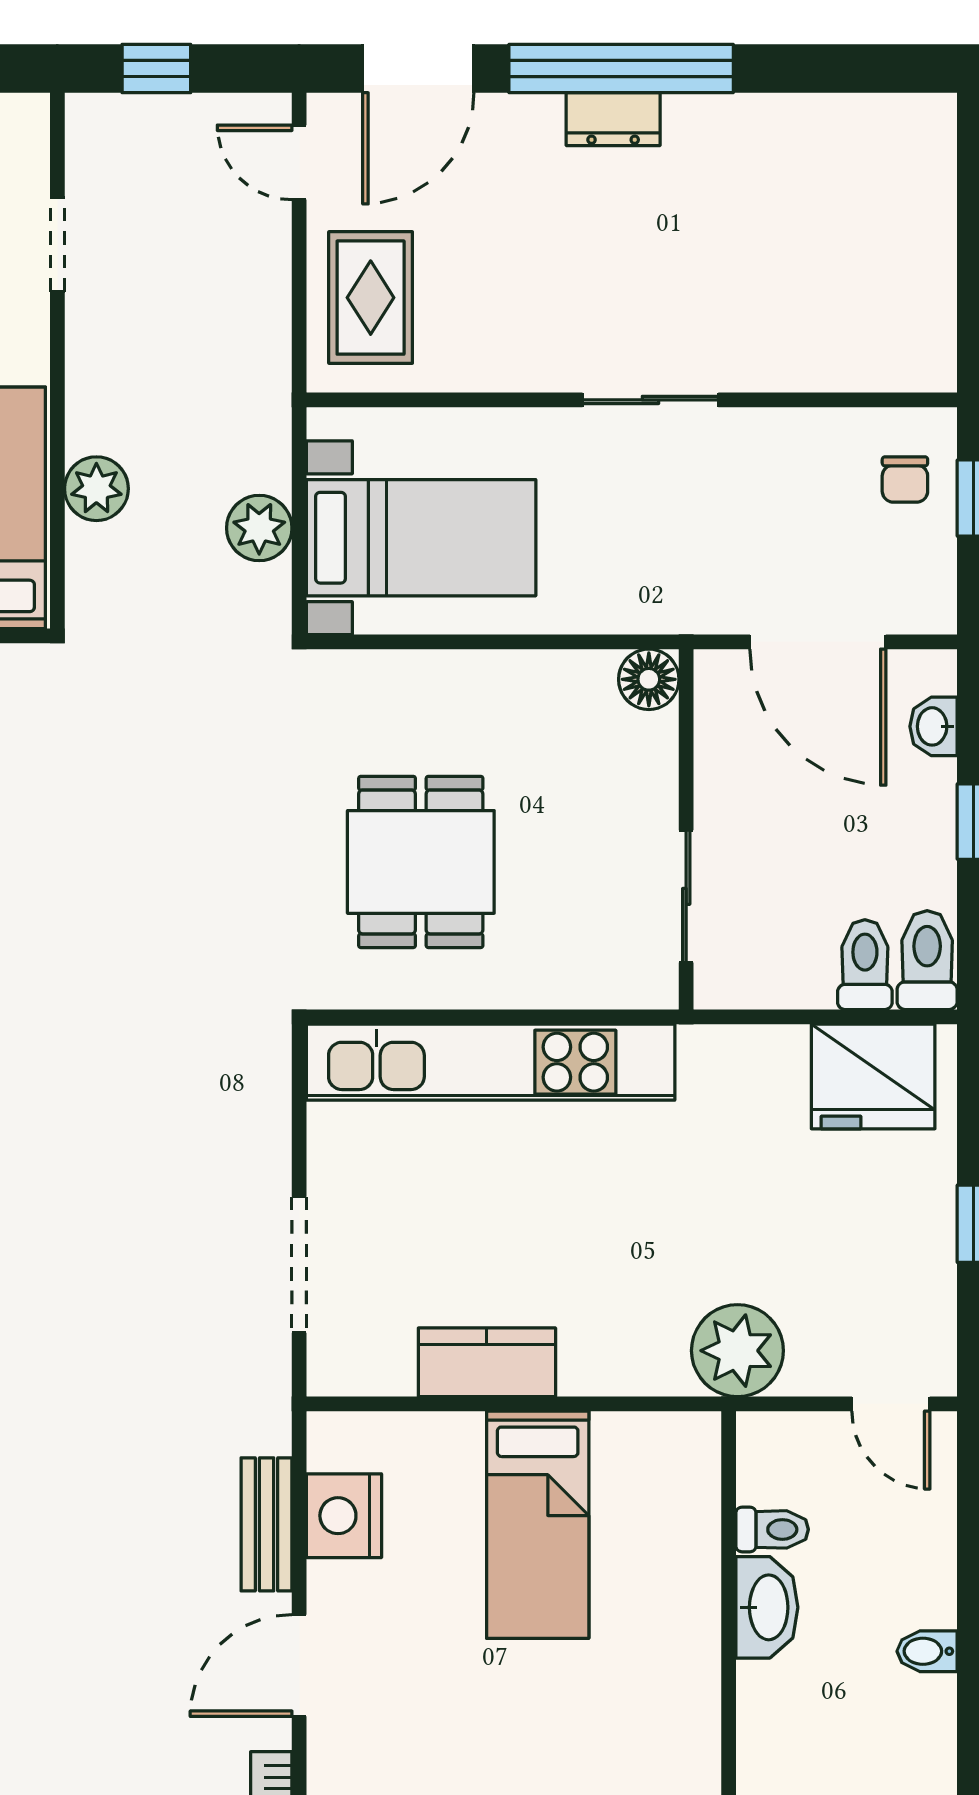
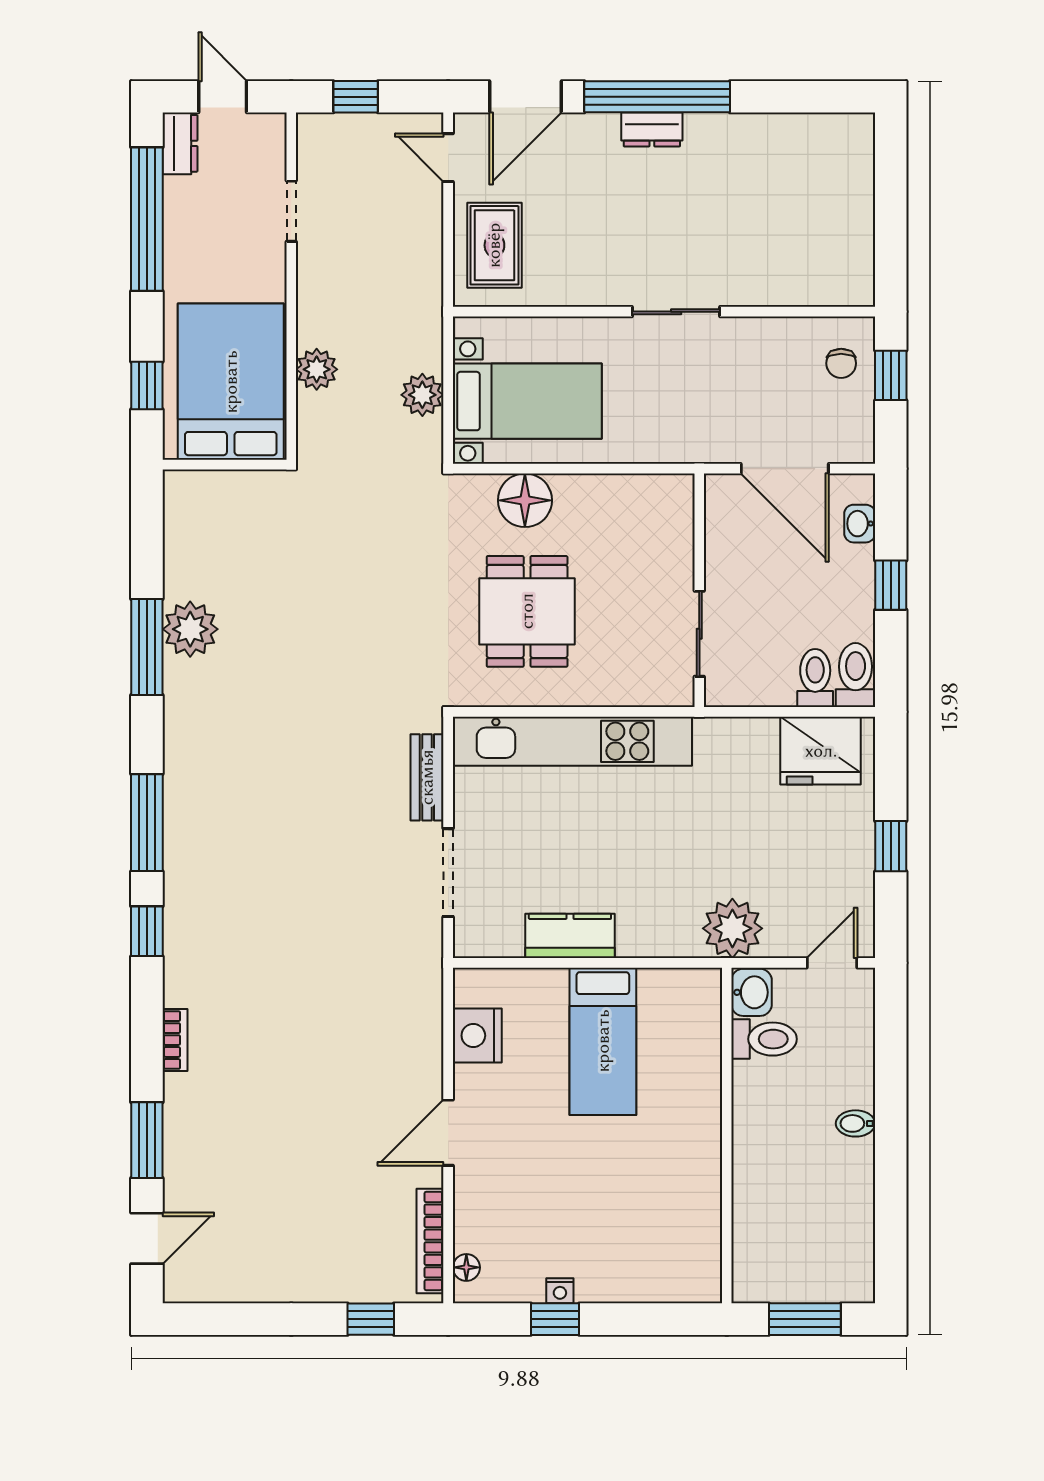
floor lamp: (649, 679) -> (525, 500), moved, width x1.38, depth x1.38
door: (891, 1404) -> (832, 963), swing flipped
bench: (267, 1524) -> (427, 777), moved
toilet: (772, 1529) -> (764, 1039), width x1.37, depth x1.39
washbasin: (767, 1607) -> (752, 992), moved, width x0.72

